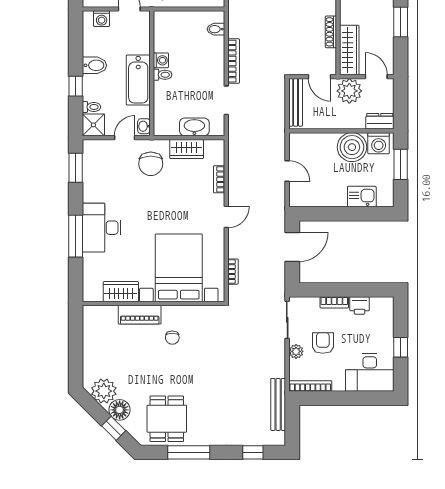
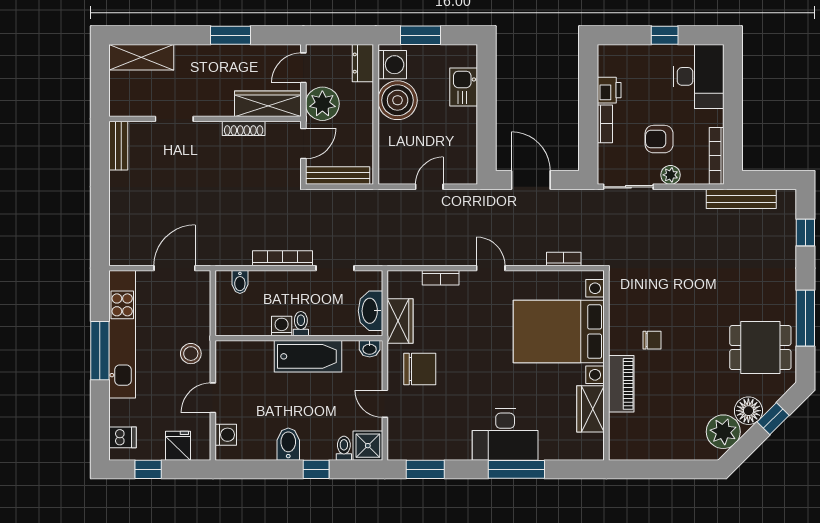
washing machine: (161, 60) -> (282, 326), moved
wall: (152, 73) -> (299, 338), moved
toilet: (163, 75) -> (301, 324), moved
bathtub: (138, 80) -> (308, 356), moved
washbasin: (144, 126) -> (370, 349), moved

